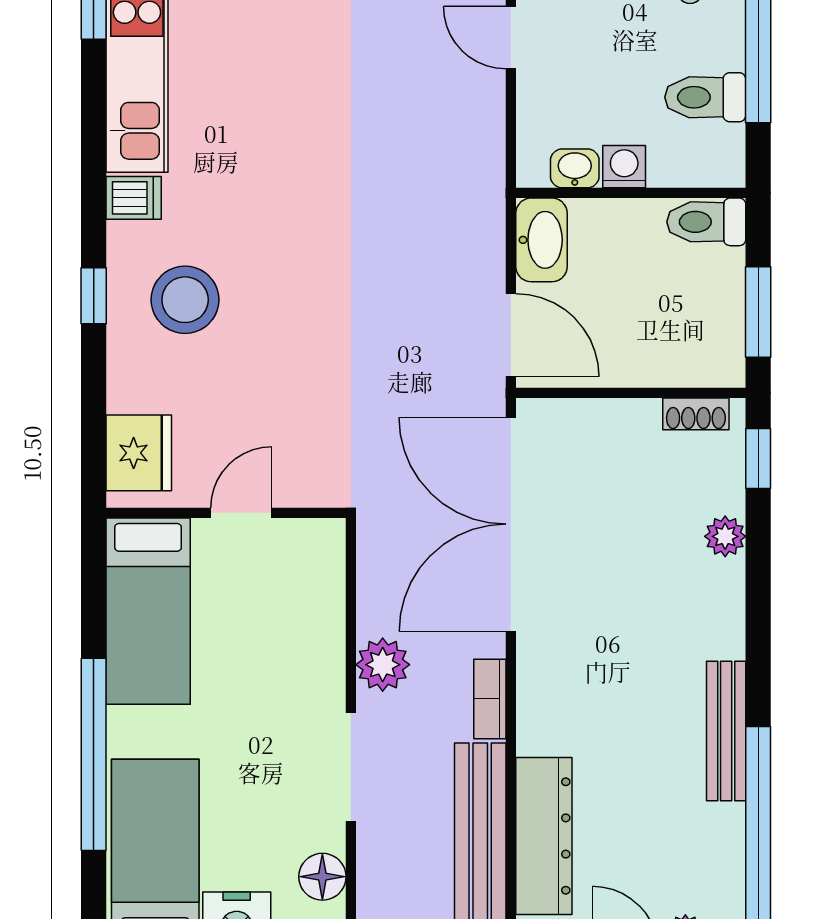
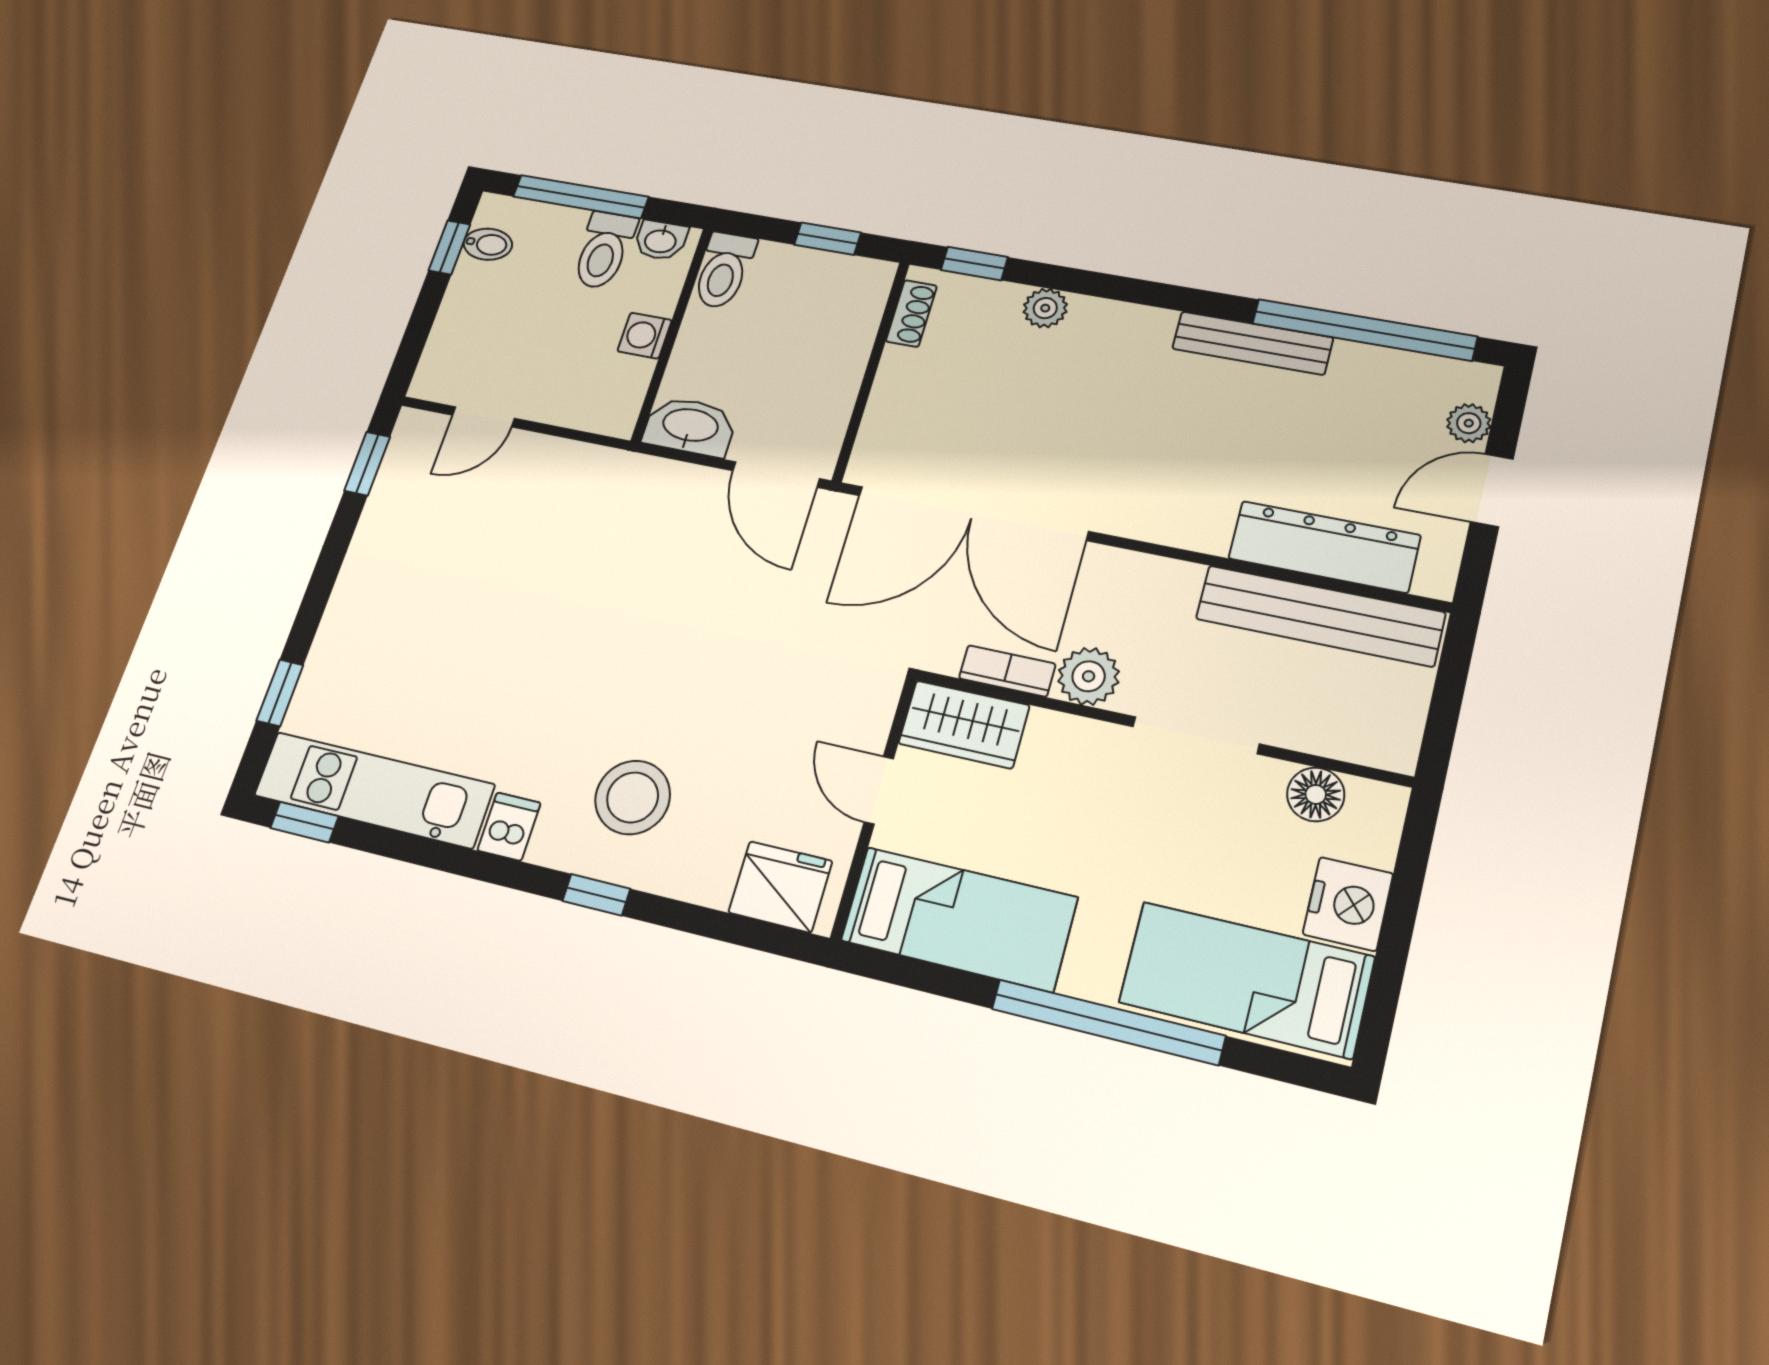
washbasin: (575, 168) -> (661, 240), moved, turned -90
window: (758, 312) -> (828, 239), width x0.67
door: (511, 335) -> (776, 475), swing flipped
wardrobe: (316, 569) -> (964, 724), added
bookcase: (490, 699) -> (1007, 671), moved, turned 180

